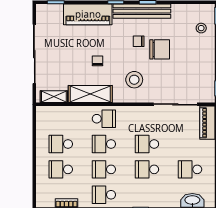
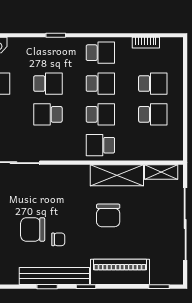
chair: (97, 61) -> (108, 215), width x1.87, depth x1.87
stool: (134, 80) -> (63, 193), removed
school desk: (147, 144) -> (48, 114), turned 180

